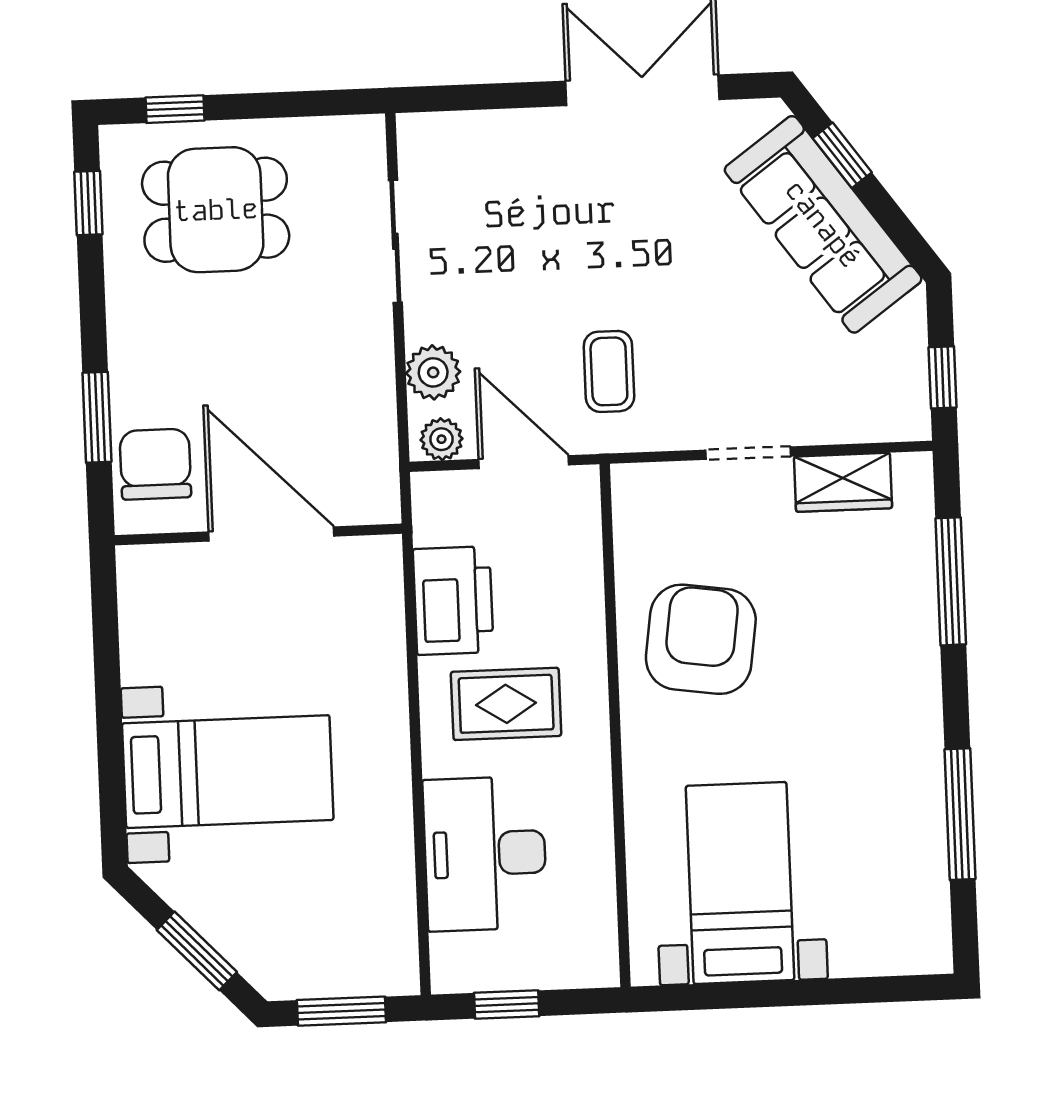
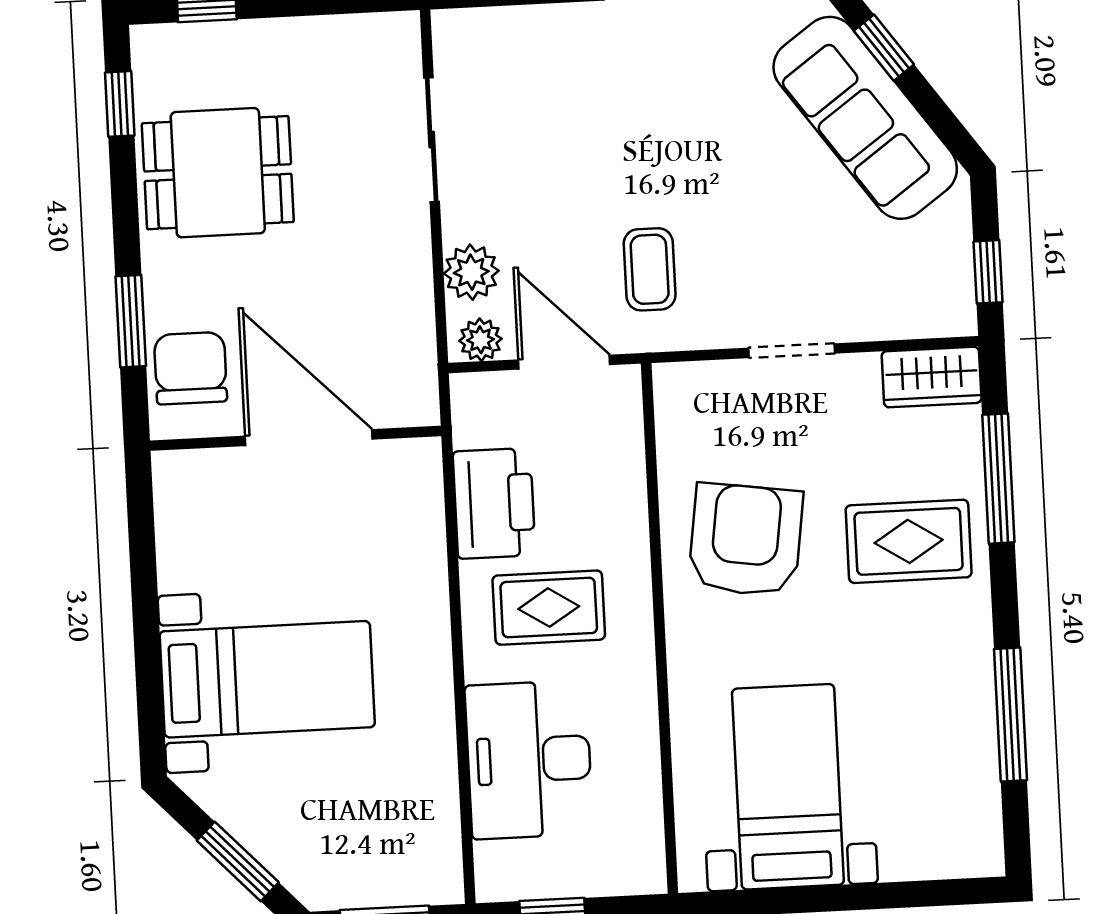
dining table: (216, 210) -> (218, 173), moved
wardrobe: (843, 482) -> (932, 377), moved
rug: (861, 642) -> (909, 541), added

